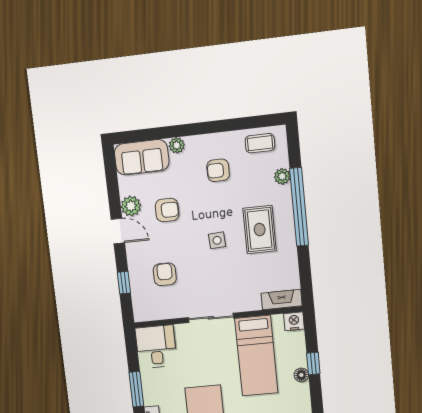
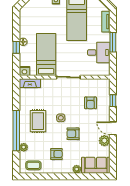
armchair: (167, 210) -> (73, 134), moved
desk: (156, 347) -> (99, 53), moved, turned -90

